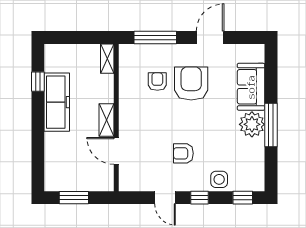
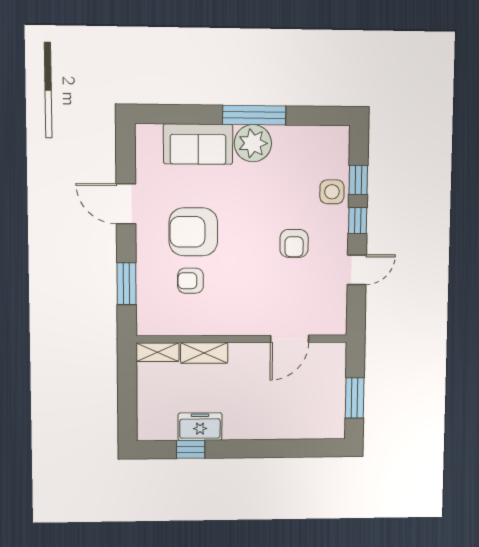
window: (155, 37) -> (127, 284), width x0.69
freezer: (57, 102) -> (200, 427), width x0.52, depth x0.79
shelving: (107, 120) -> (204, 353), moved
window: (243, 198) -> (358, 180), moved

